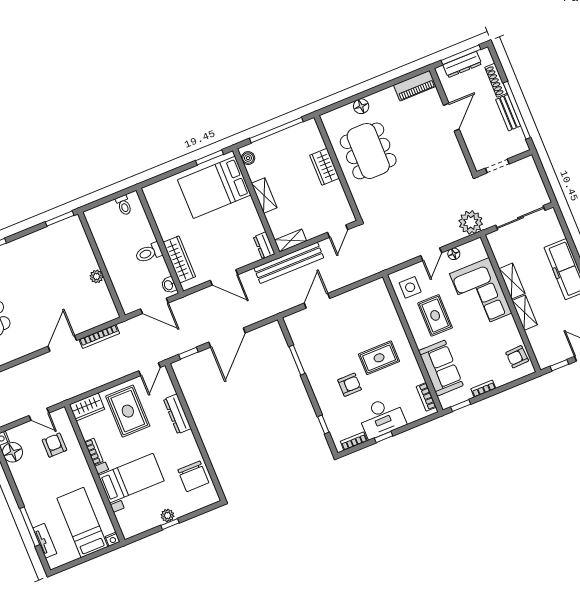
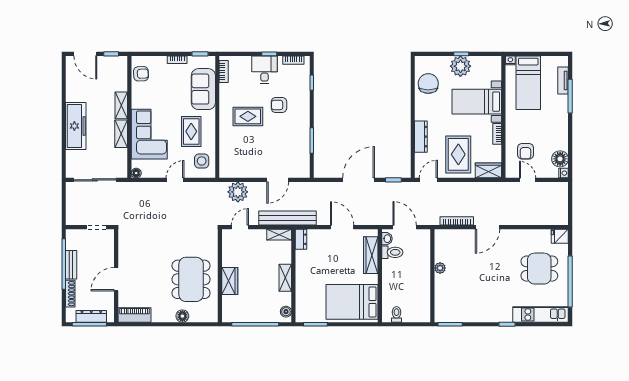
bed: (214, 187) -> (352, 302), moved, turned 180
plant: (471, 222) -> (238, 192), moved
toilet: (149, 253) -> (392, 252), moved
floor lamp: (454, 254) -> (136, 173), moved
desk: (382, 417) -> (264, 70), width x0.73
plant: (167, 515) -> (460, 66), width x1.88, depth x1.88

